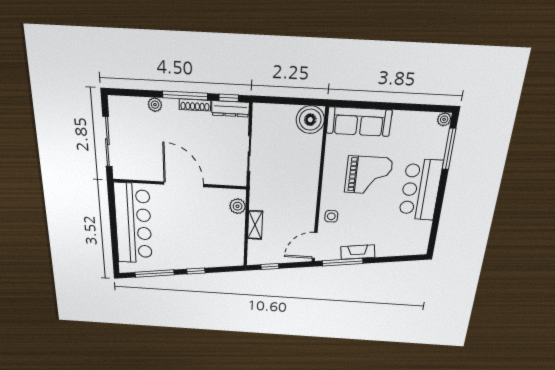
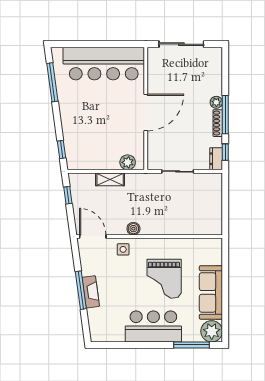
plant: (155, 105) -> (216, 102), moved
dresser: (230, 109) -> (216, 159), width x0.70
plant: (444, 119) -> (212, 331), width x1.88, depth x1.88
boiler: (310, 120) -> (133, 229), moved, width x0.54, depth x0.54
sofa: (359, 122) -> (211, 292), moved
fireplace: (358, 252) -> (91, 292), moved
window: (343, 262) -> (81, 290), moved
window: (196, 271) -> (62, 149), moved

